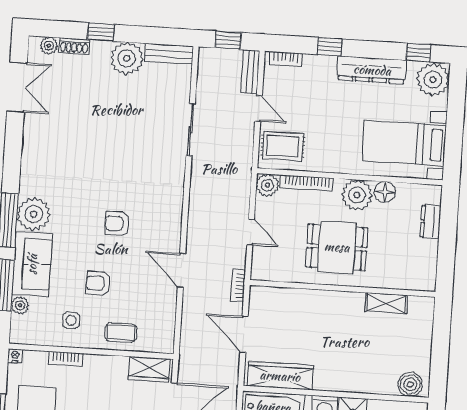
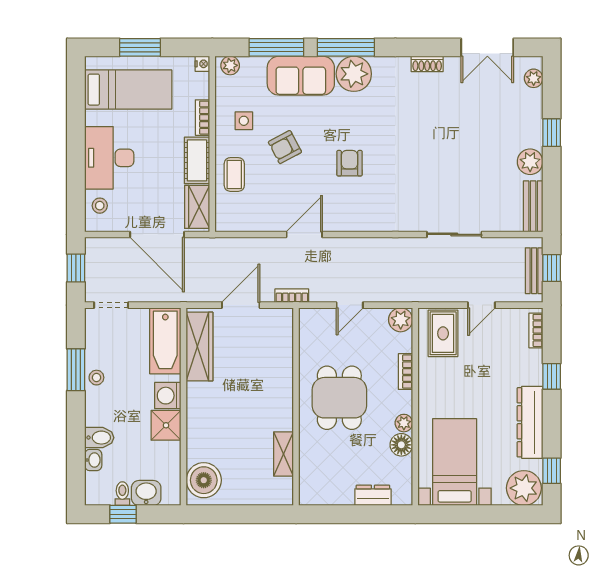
shoe rack: (74, 46) -> (427, 64), moved, turned -90
plant: (127, 58) -> (530, 162), width x0.73, depth x0.73
bench: (250, 72) -> (534, 271), moved, turned 90
bookcase: (307, 183) -> (405, 372), width x0.64
plant: (357, 195) -> (404, 423), width x0.53, depth x0.53
armchair: (98, 283) -> (285, 147), turned -118
plant: (20, 305) -> (230, 65), moved
cot: (105, 367) -> (197, 160), added
boiler: (410, 384) -> (204, 480), width x1.37, depth x1.37

